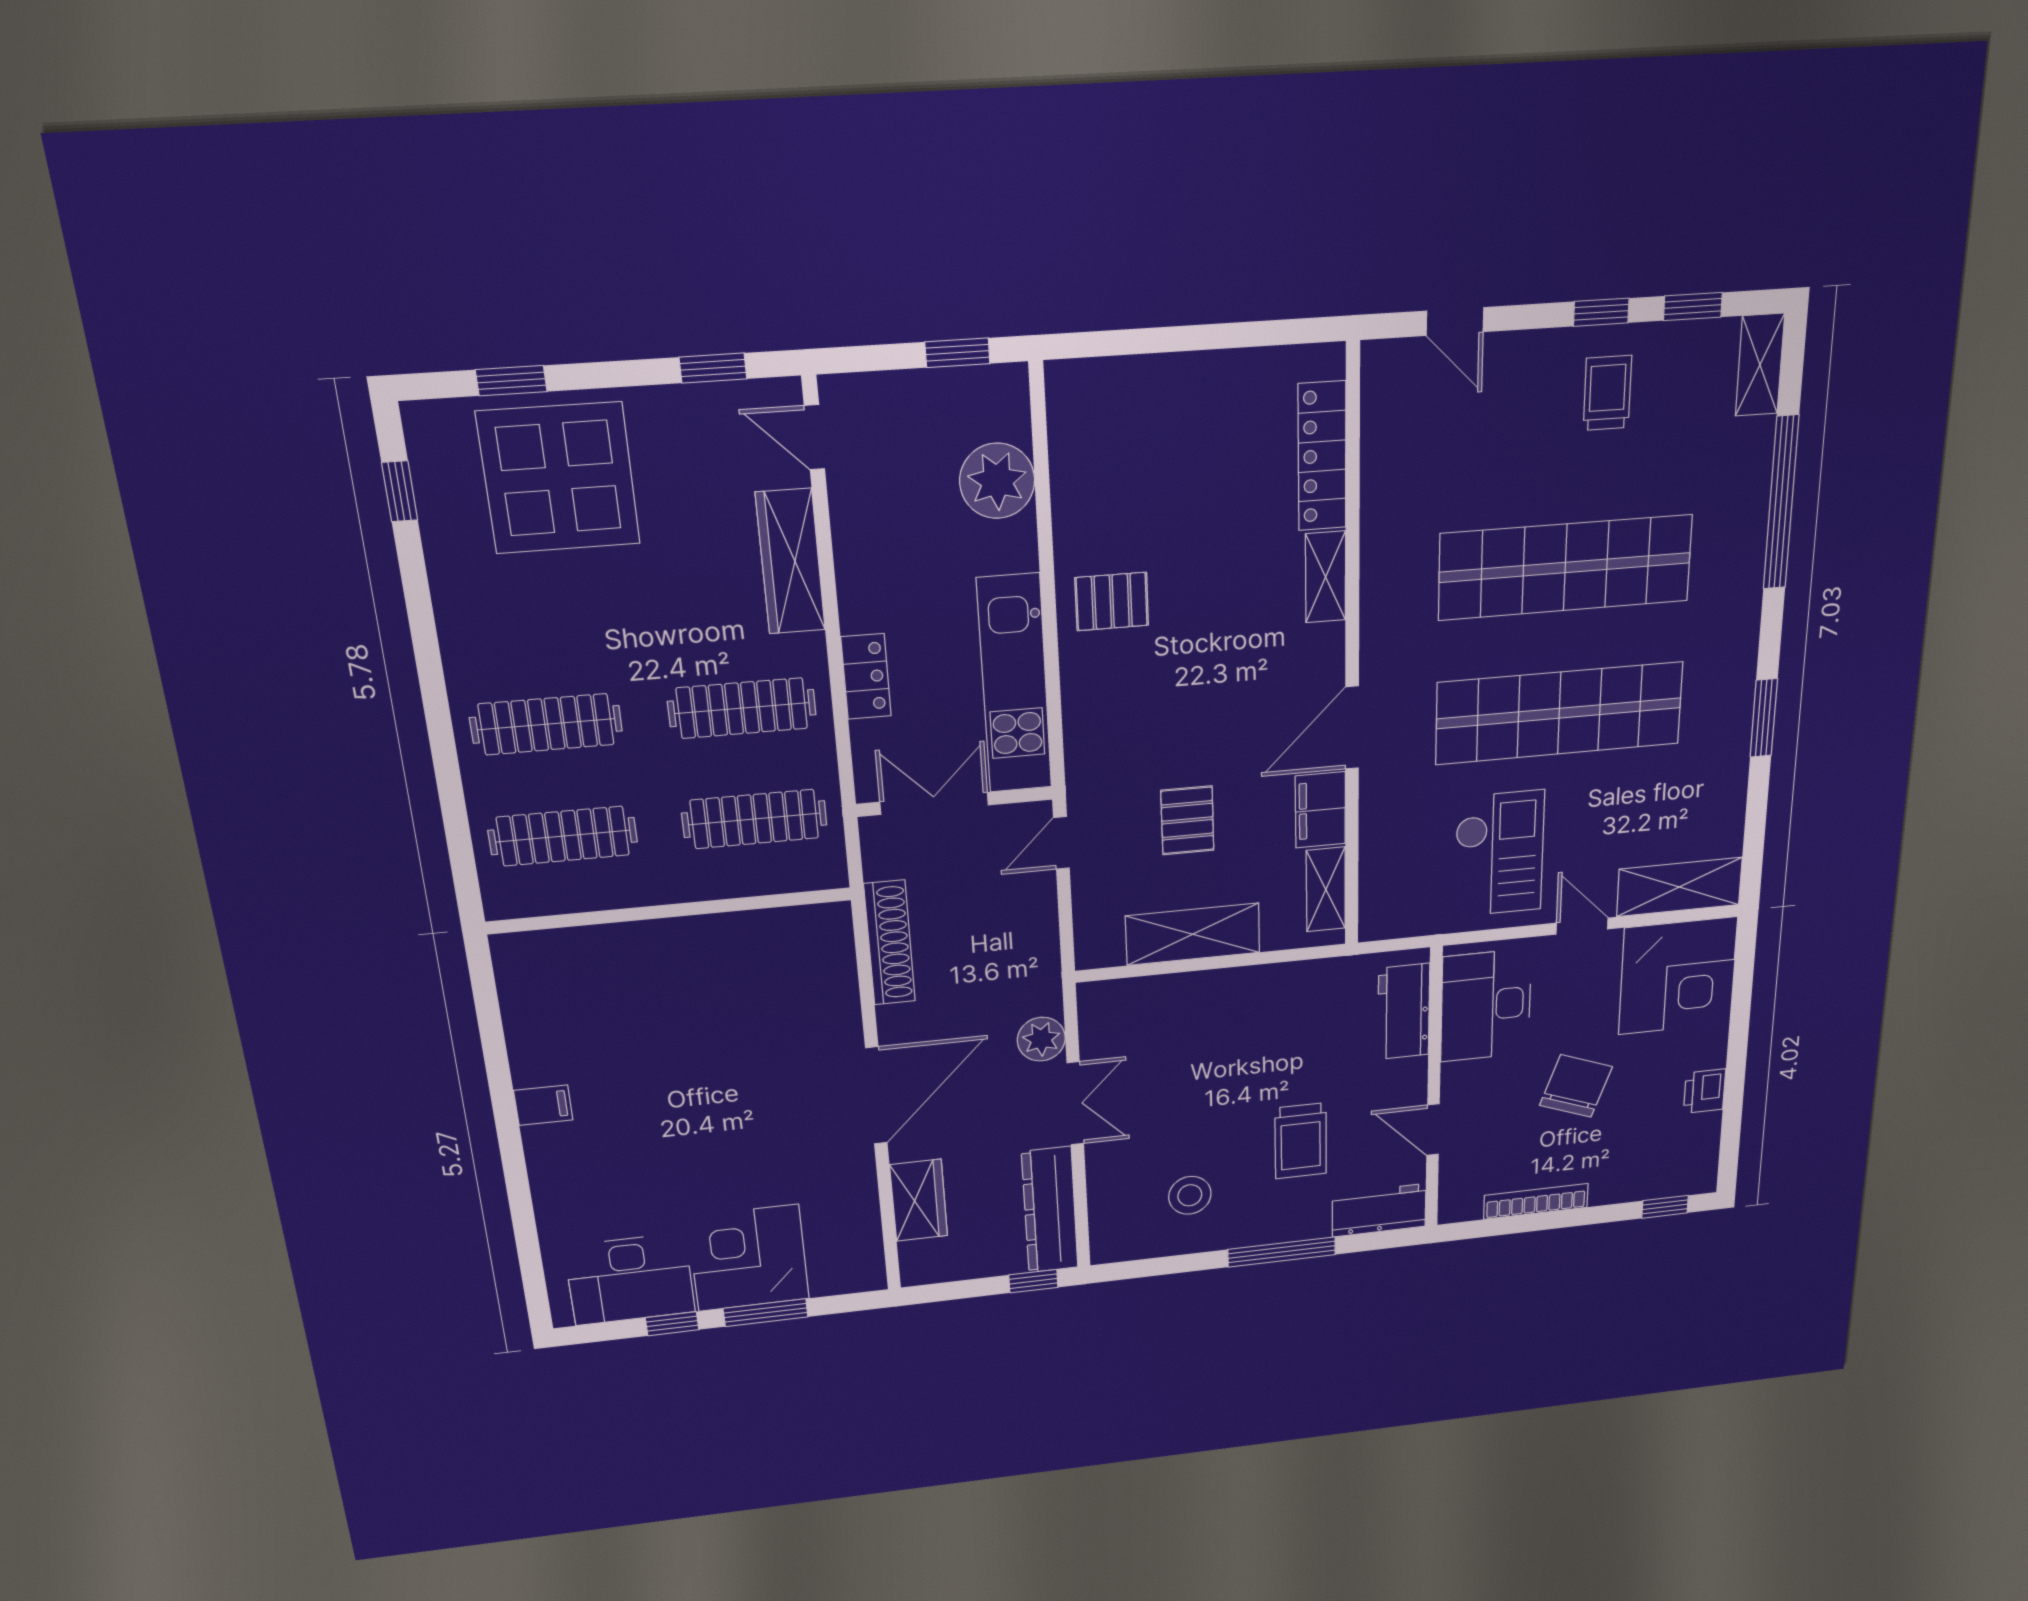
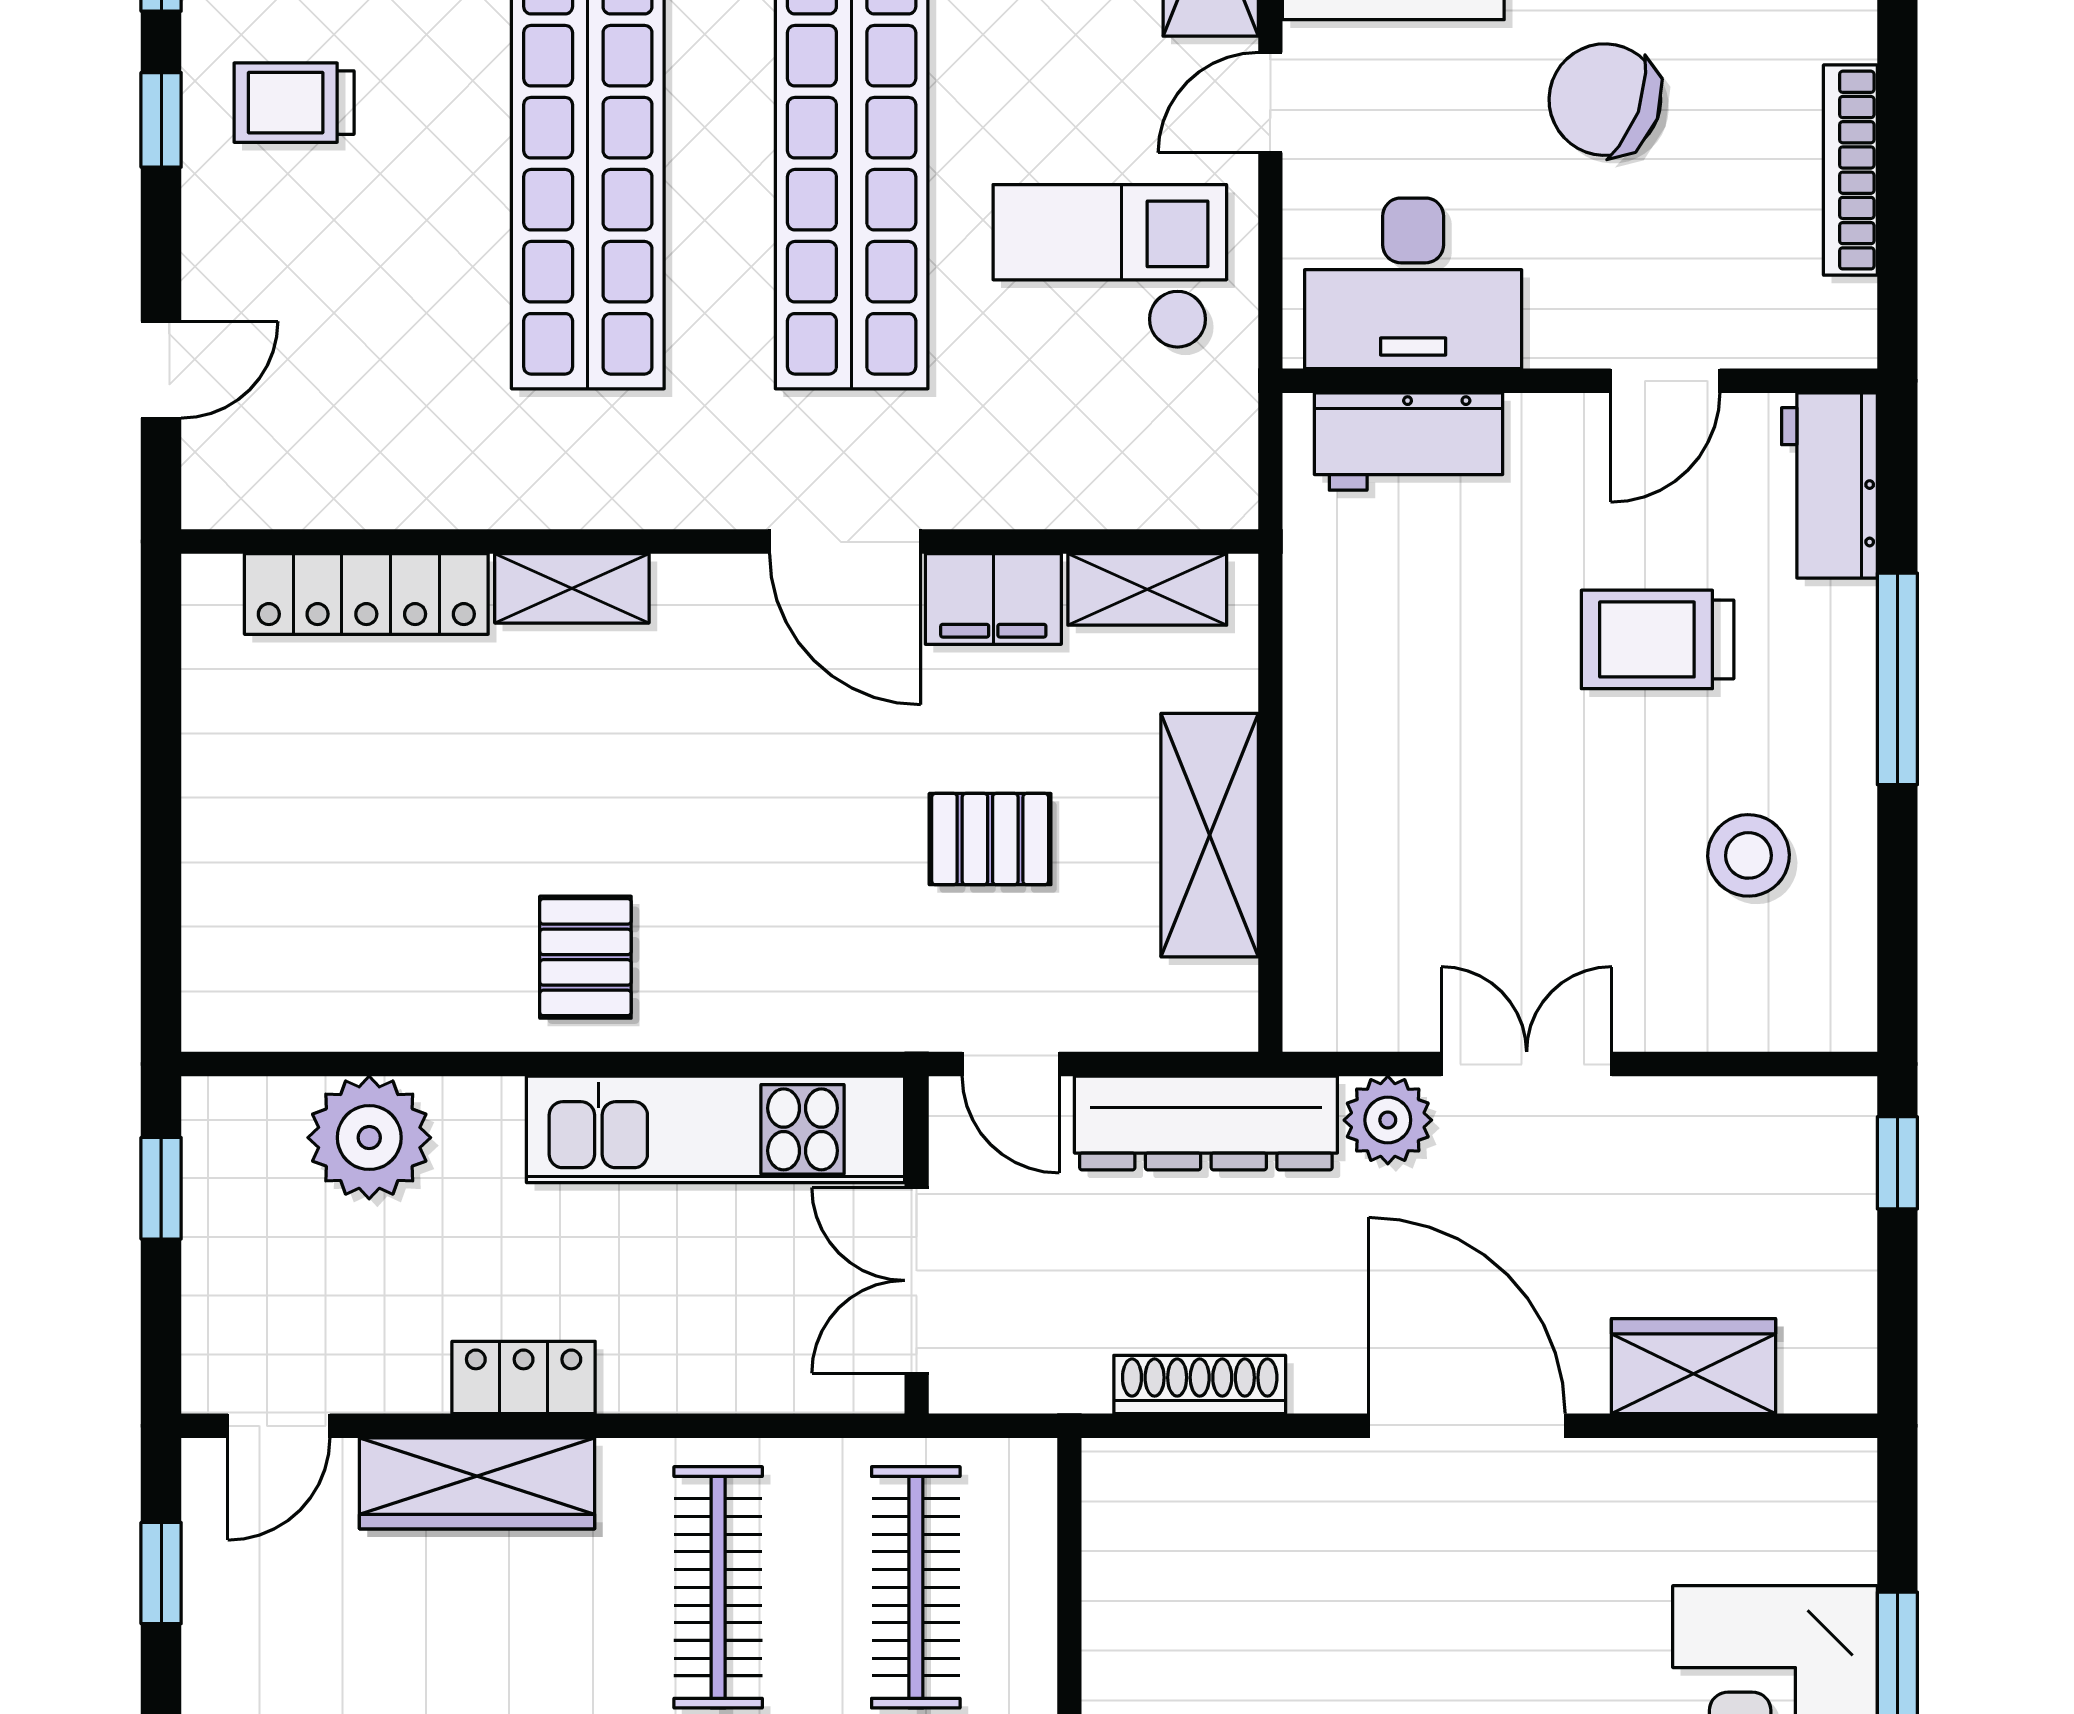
locker: (866, 676) -> (524, 1378), moved
shoe rack: (890, 943) -> (1200, 1385), width x0.74, depth x0.81
trolley: (1301, 1141) -> (1658, 639), turned 180
dresser: (1050, 1210) -> (1206, 1123), moved

